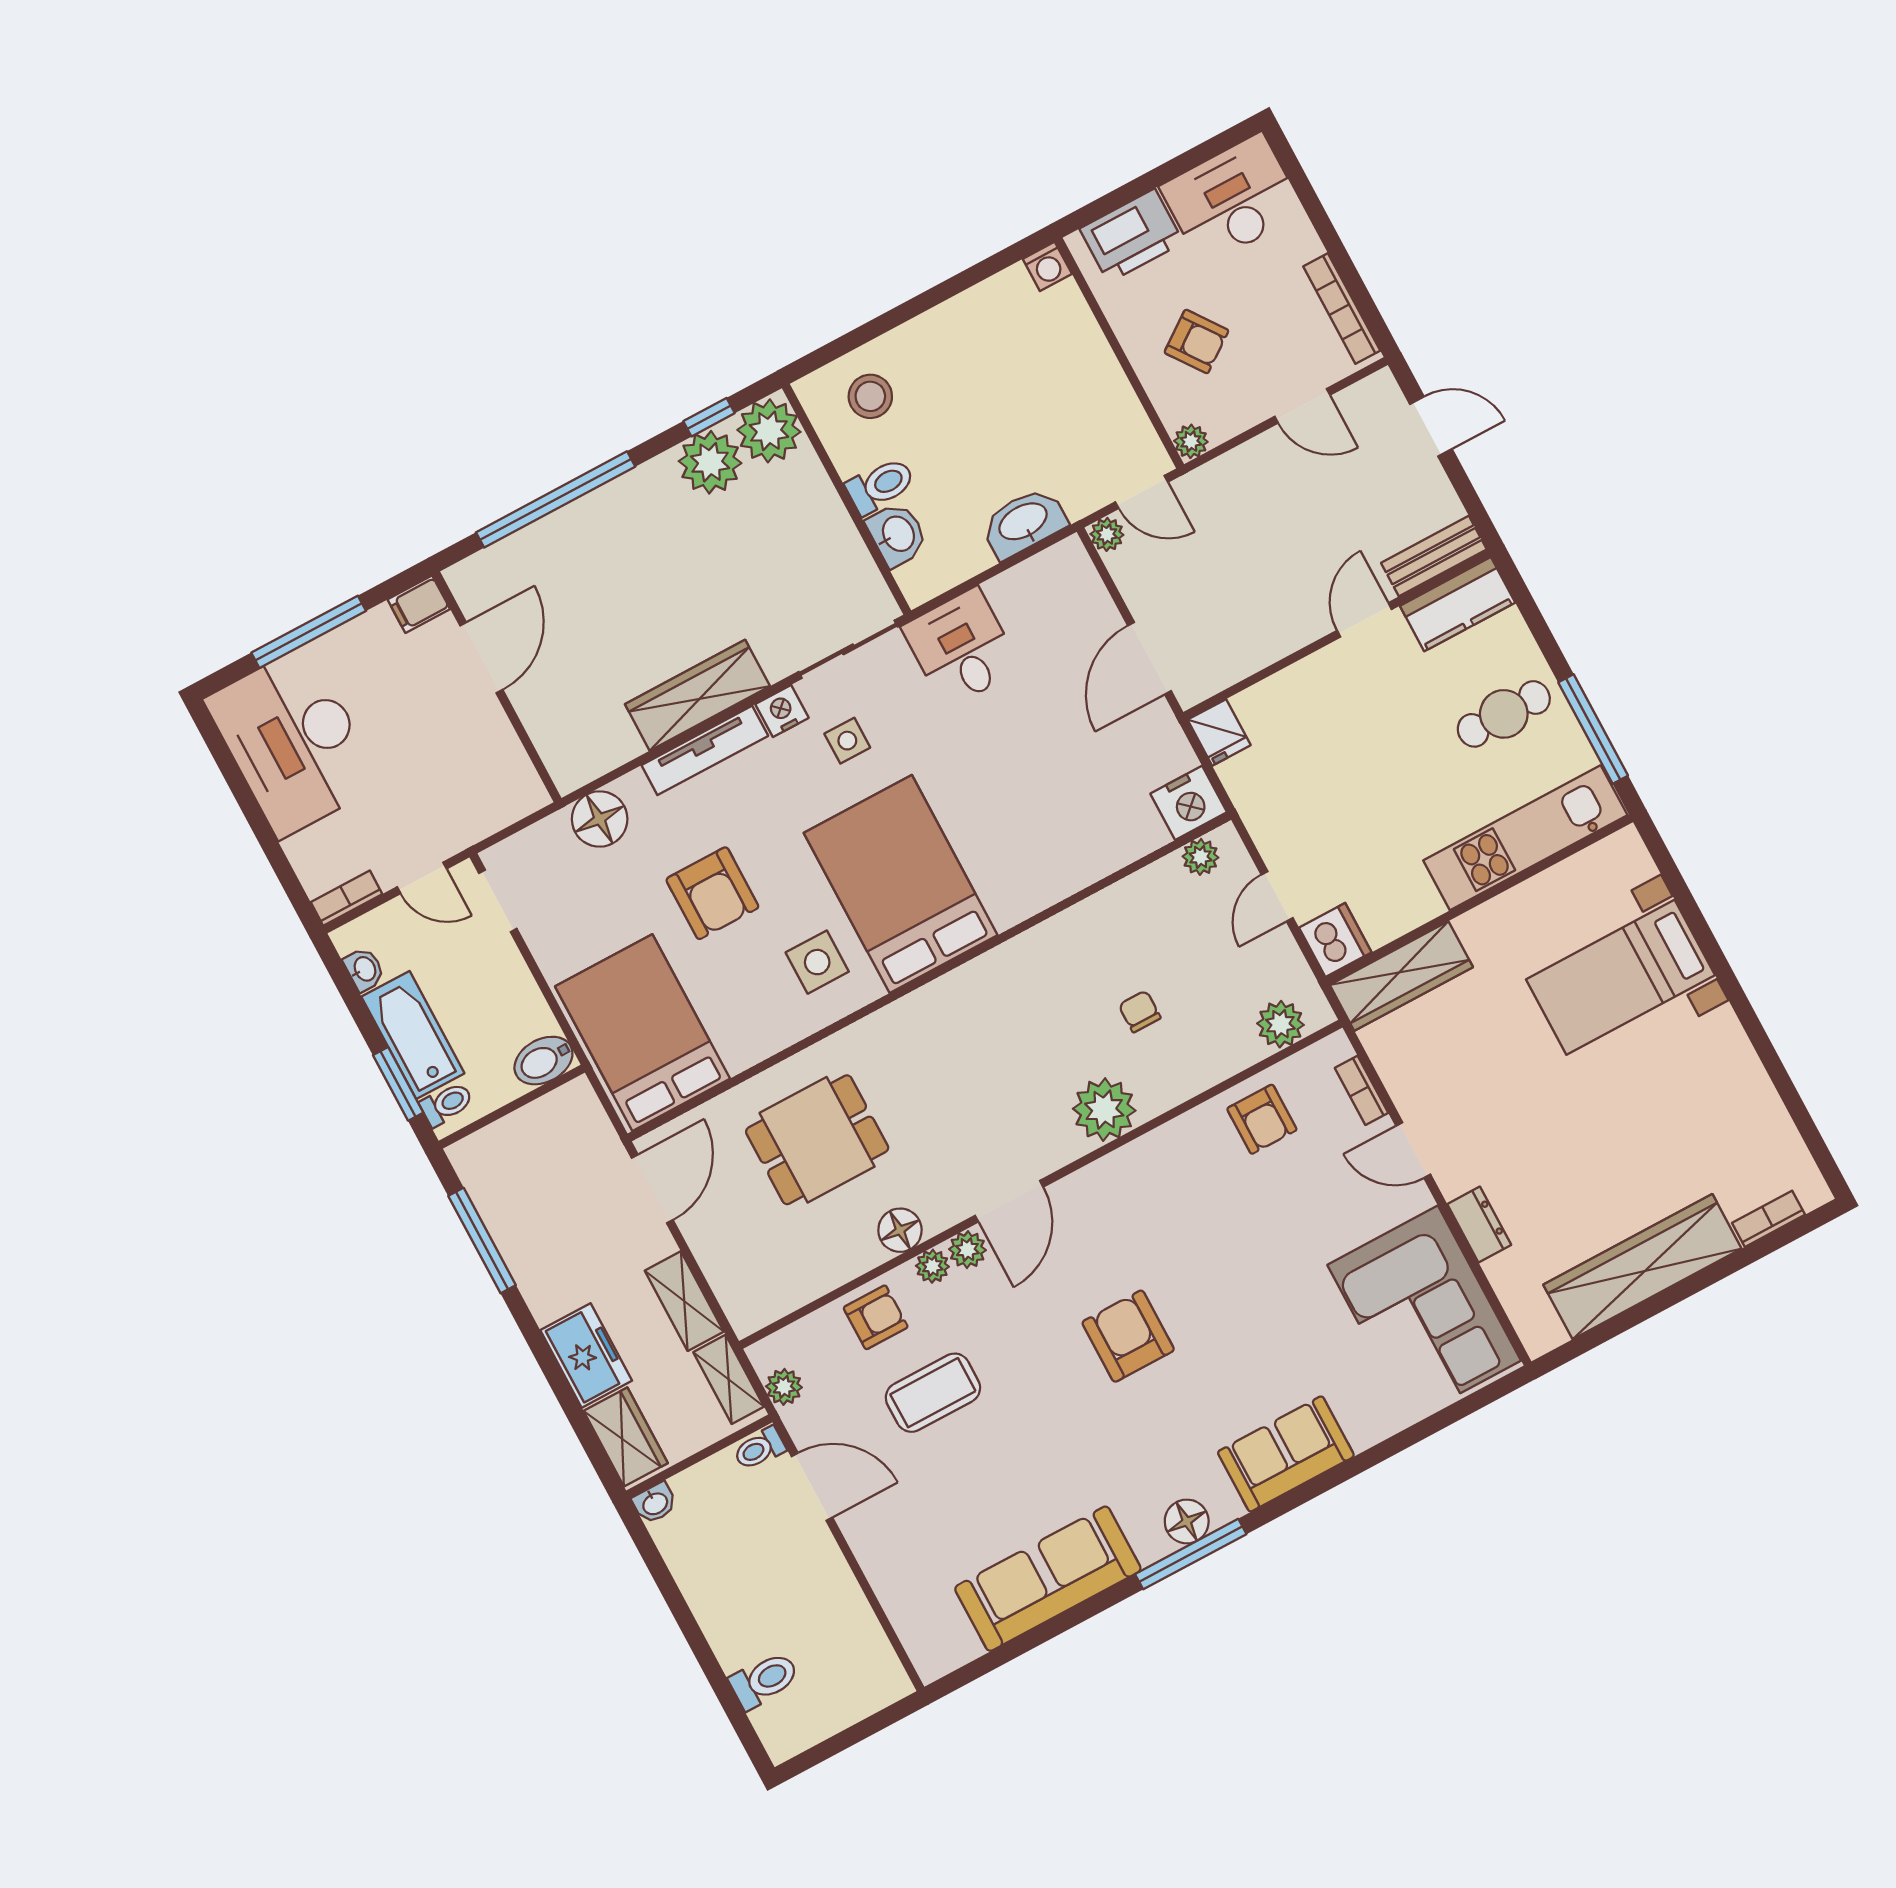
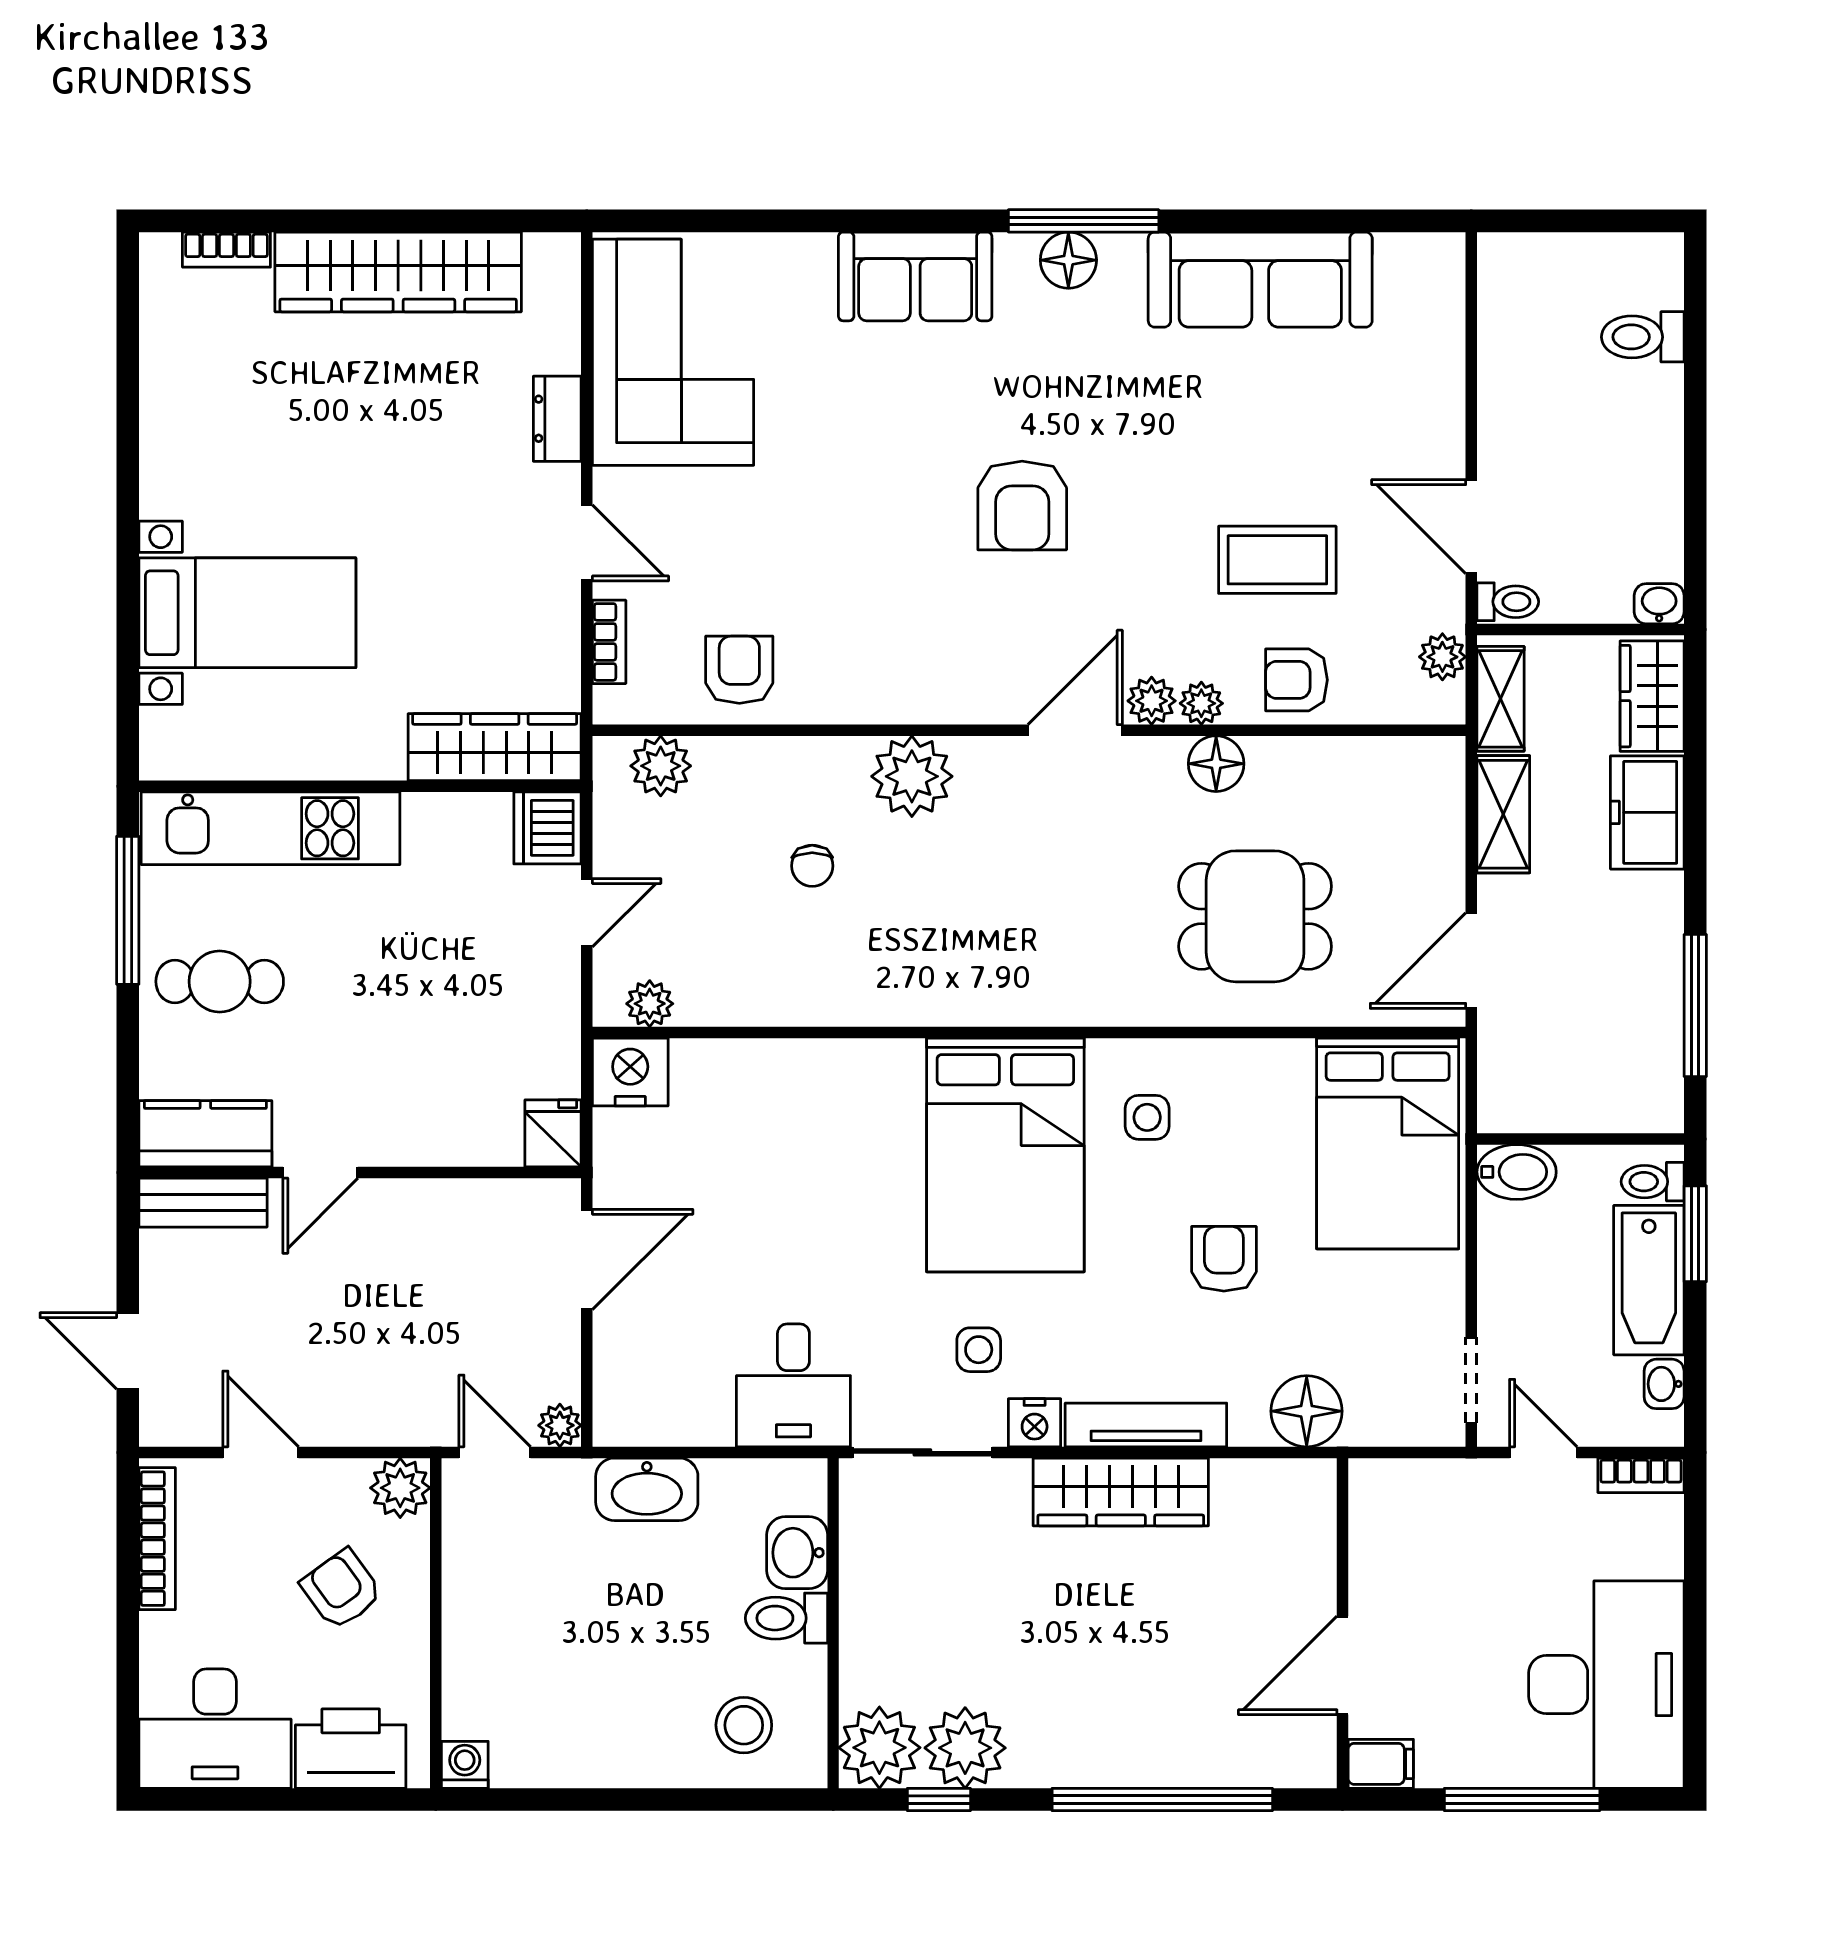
plant: (1191, 441) -> (400, 1488), width x1.38, depth x1.38
armchair: (712, 893) -> (1224, 1259), width x0.72, depth x0.72
side table: (817, 962) -> (1147, 1117), width x0.73, depth x0.73

